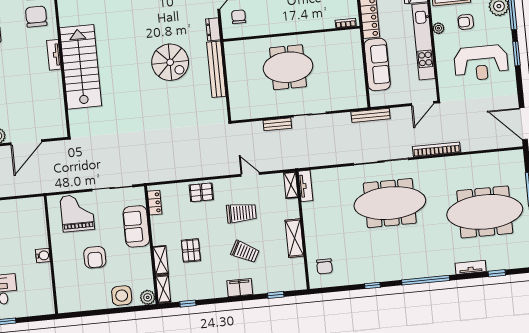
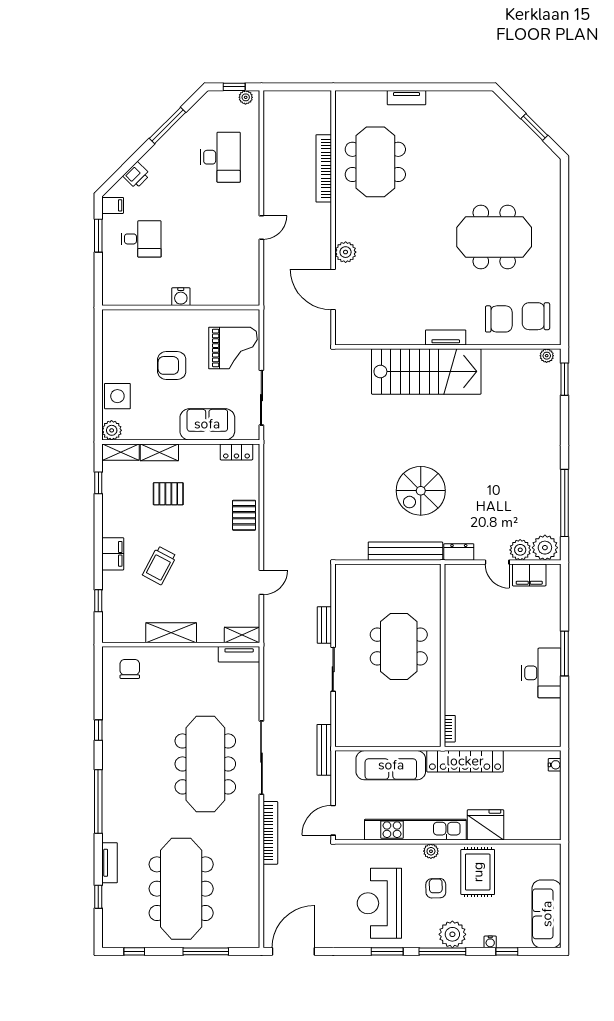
chair: (239, 17) -> (472, 588), removed
door: (422, 103) -> (333, 820), hinge flipped
trolley: (241, 213) -> (212, 566), removed
chair: (324, 266) -> (130, 669), turned 90

